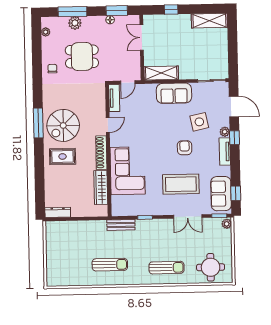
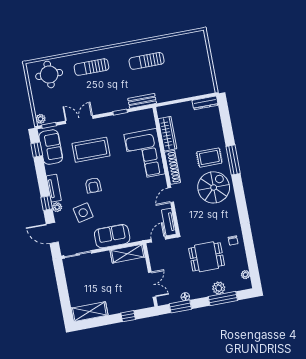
window: (38, 123) -> (233, 160), moved

